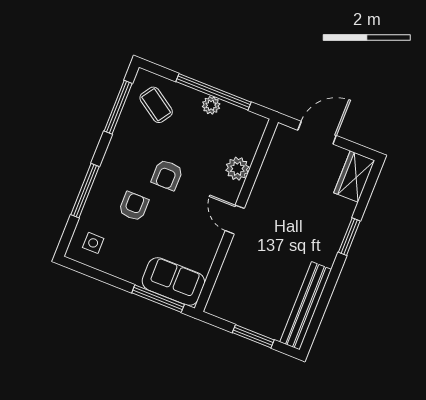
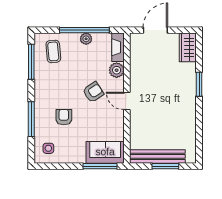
coffee table: (156, 105) -> (53, 51), turned 51
fireplace: (253, 136) -> (118, 47), added
armchair: (167, 175) -> (93, 92), moved, turned -123
bench: (306, 306) -> (157, 156), moved, turned 90

